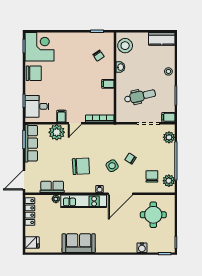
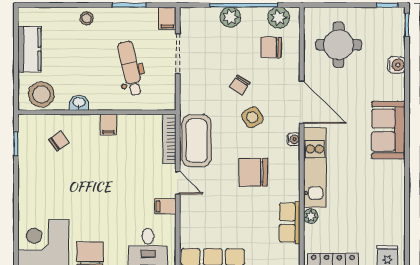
kitchen counter: (162, 39) -> (29, 49), moved
plant: (57, 132) -> (194, 215), removed
coffee table: (99, 134) -> (197, 141), added
plant: (169, 137) -> (230, 17), moved
chair: (81, 166) -> (253, 172), turned -87
sofa: (79, 243) -> (388, 130), moved

